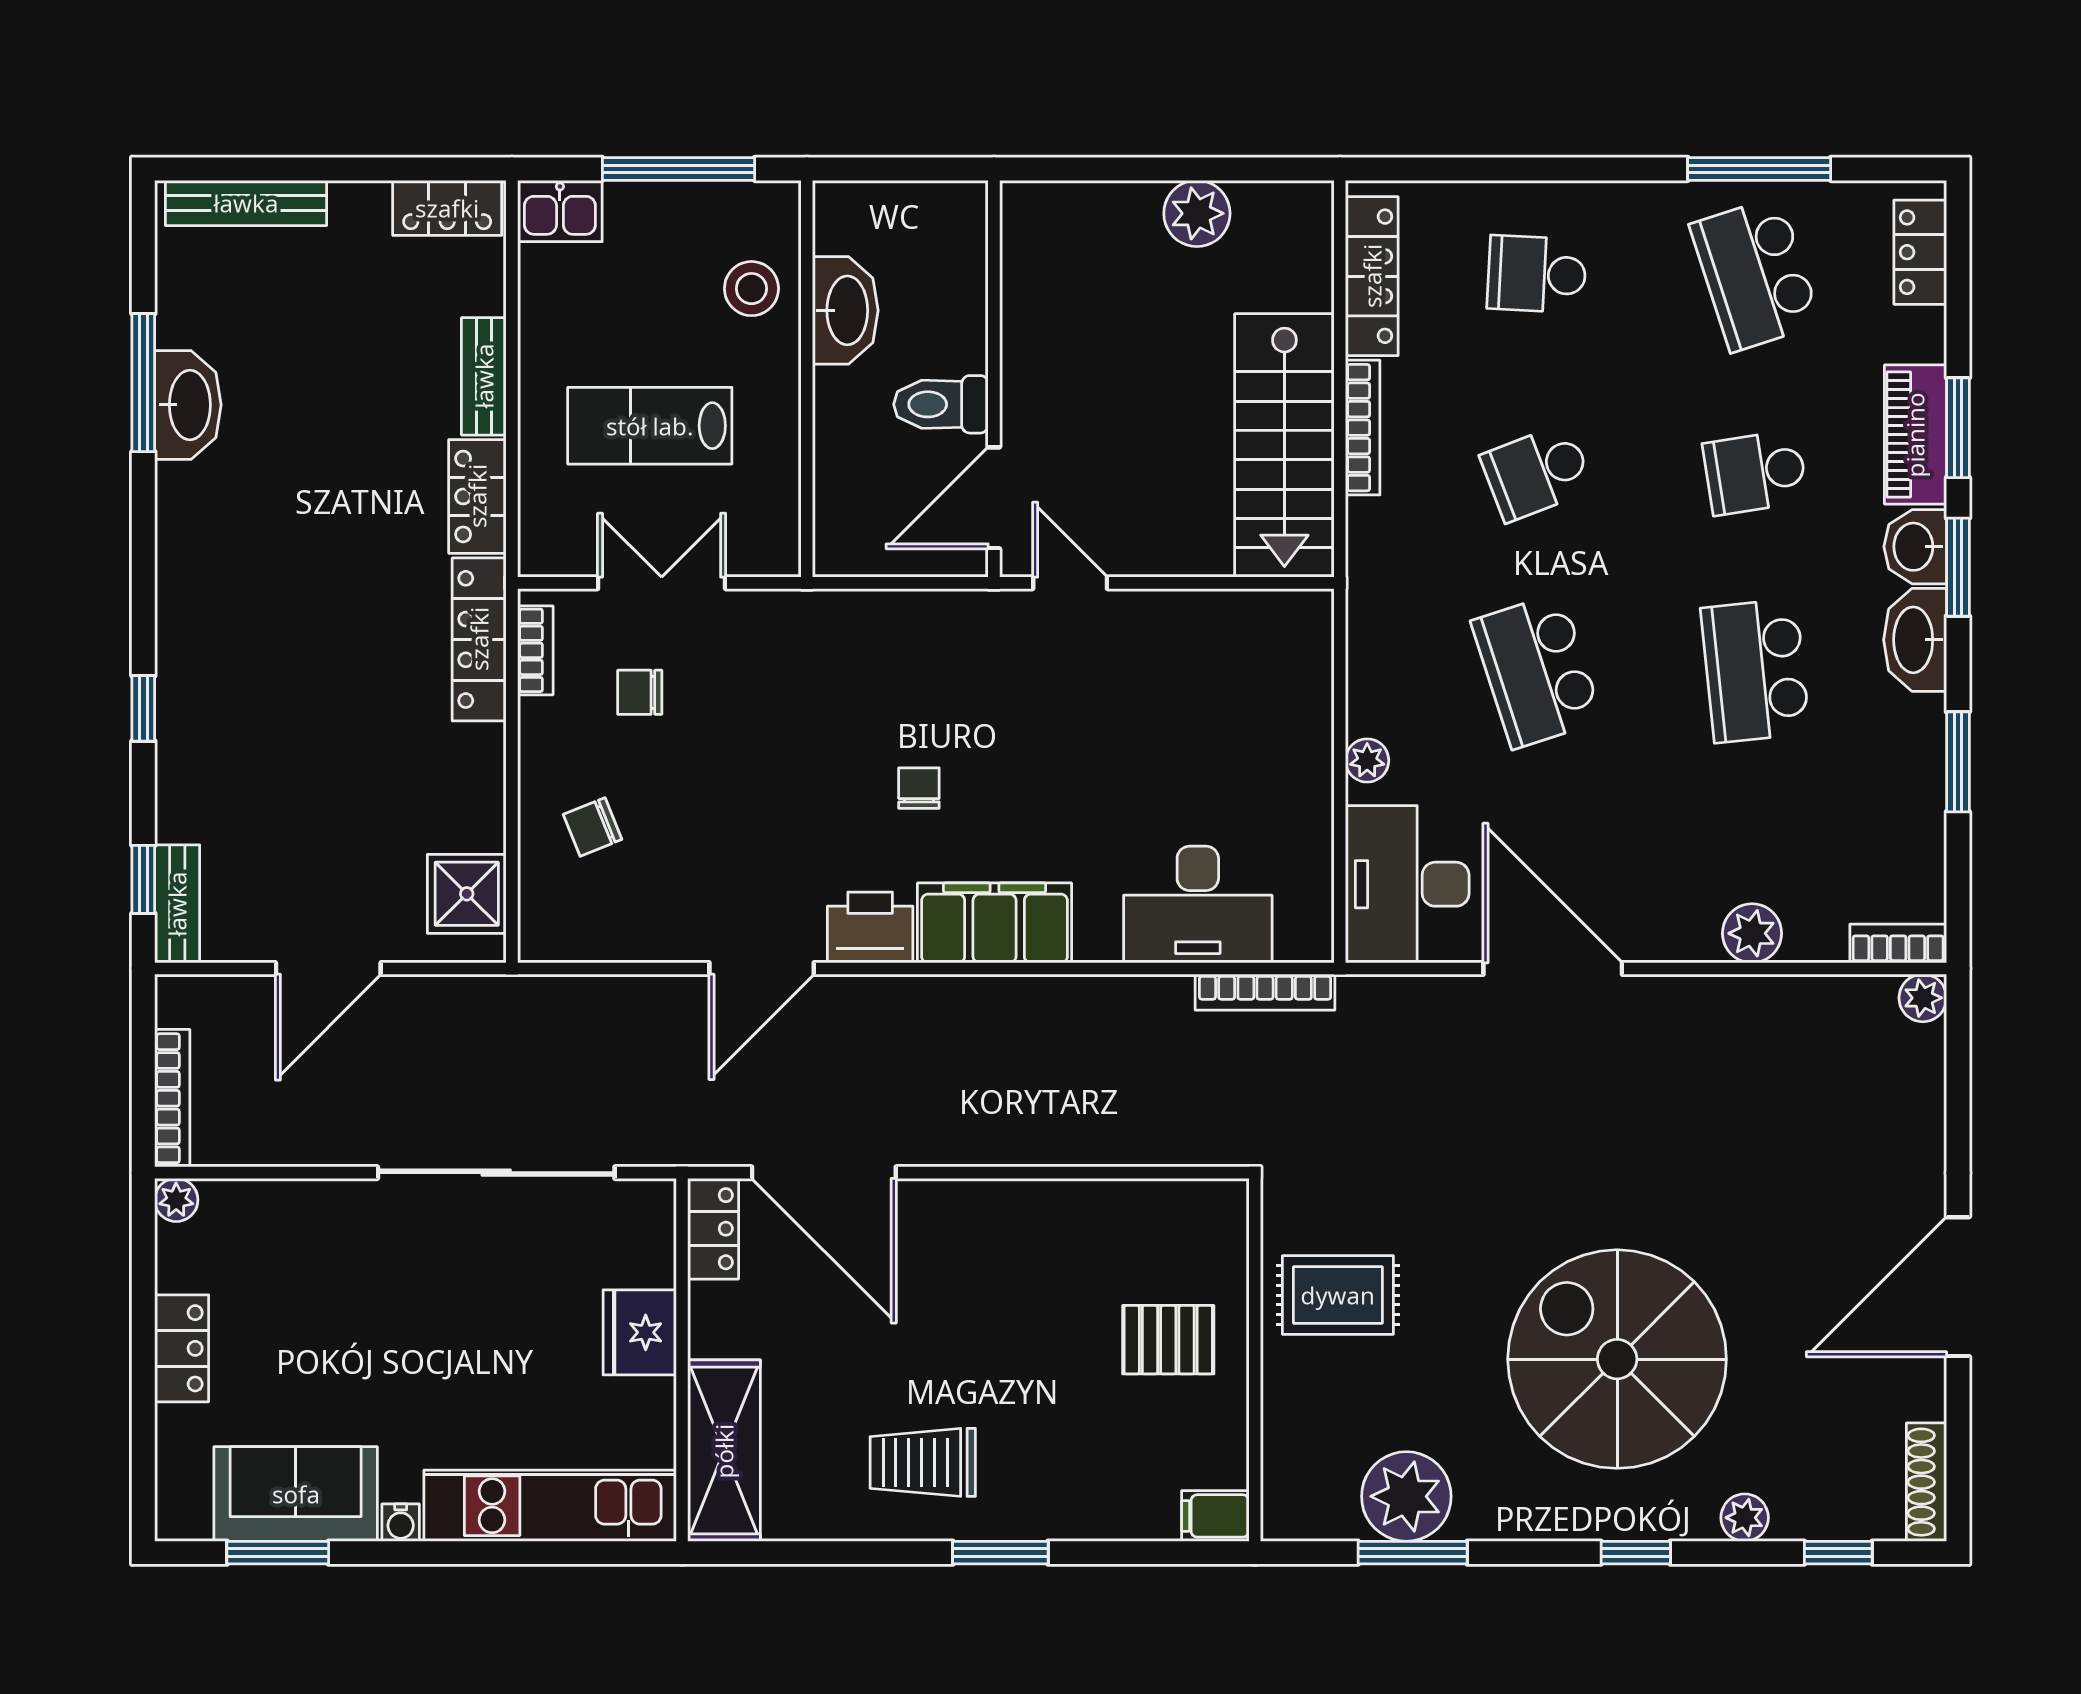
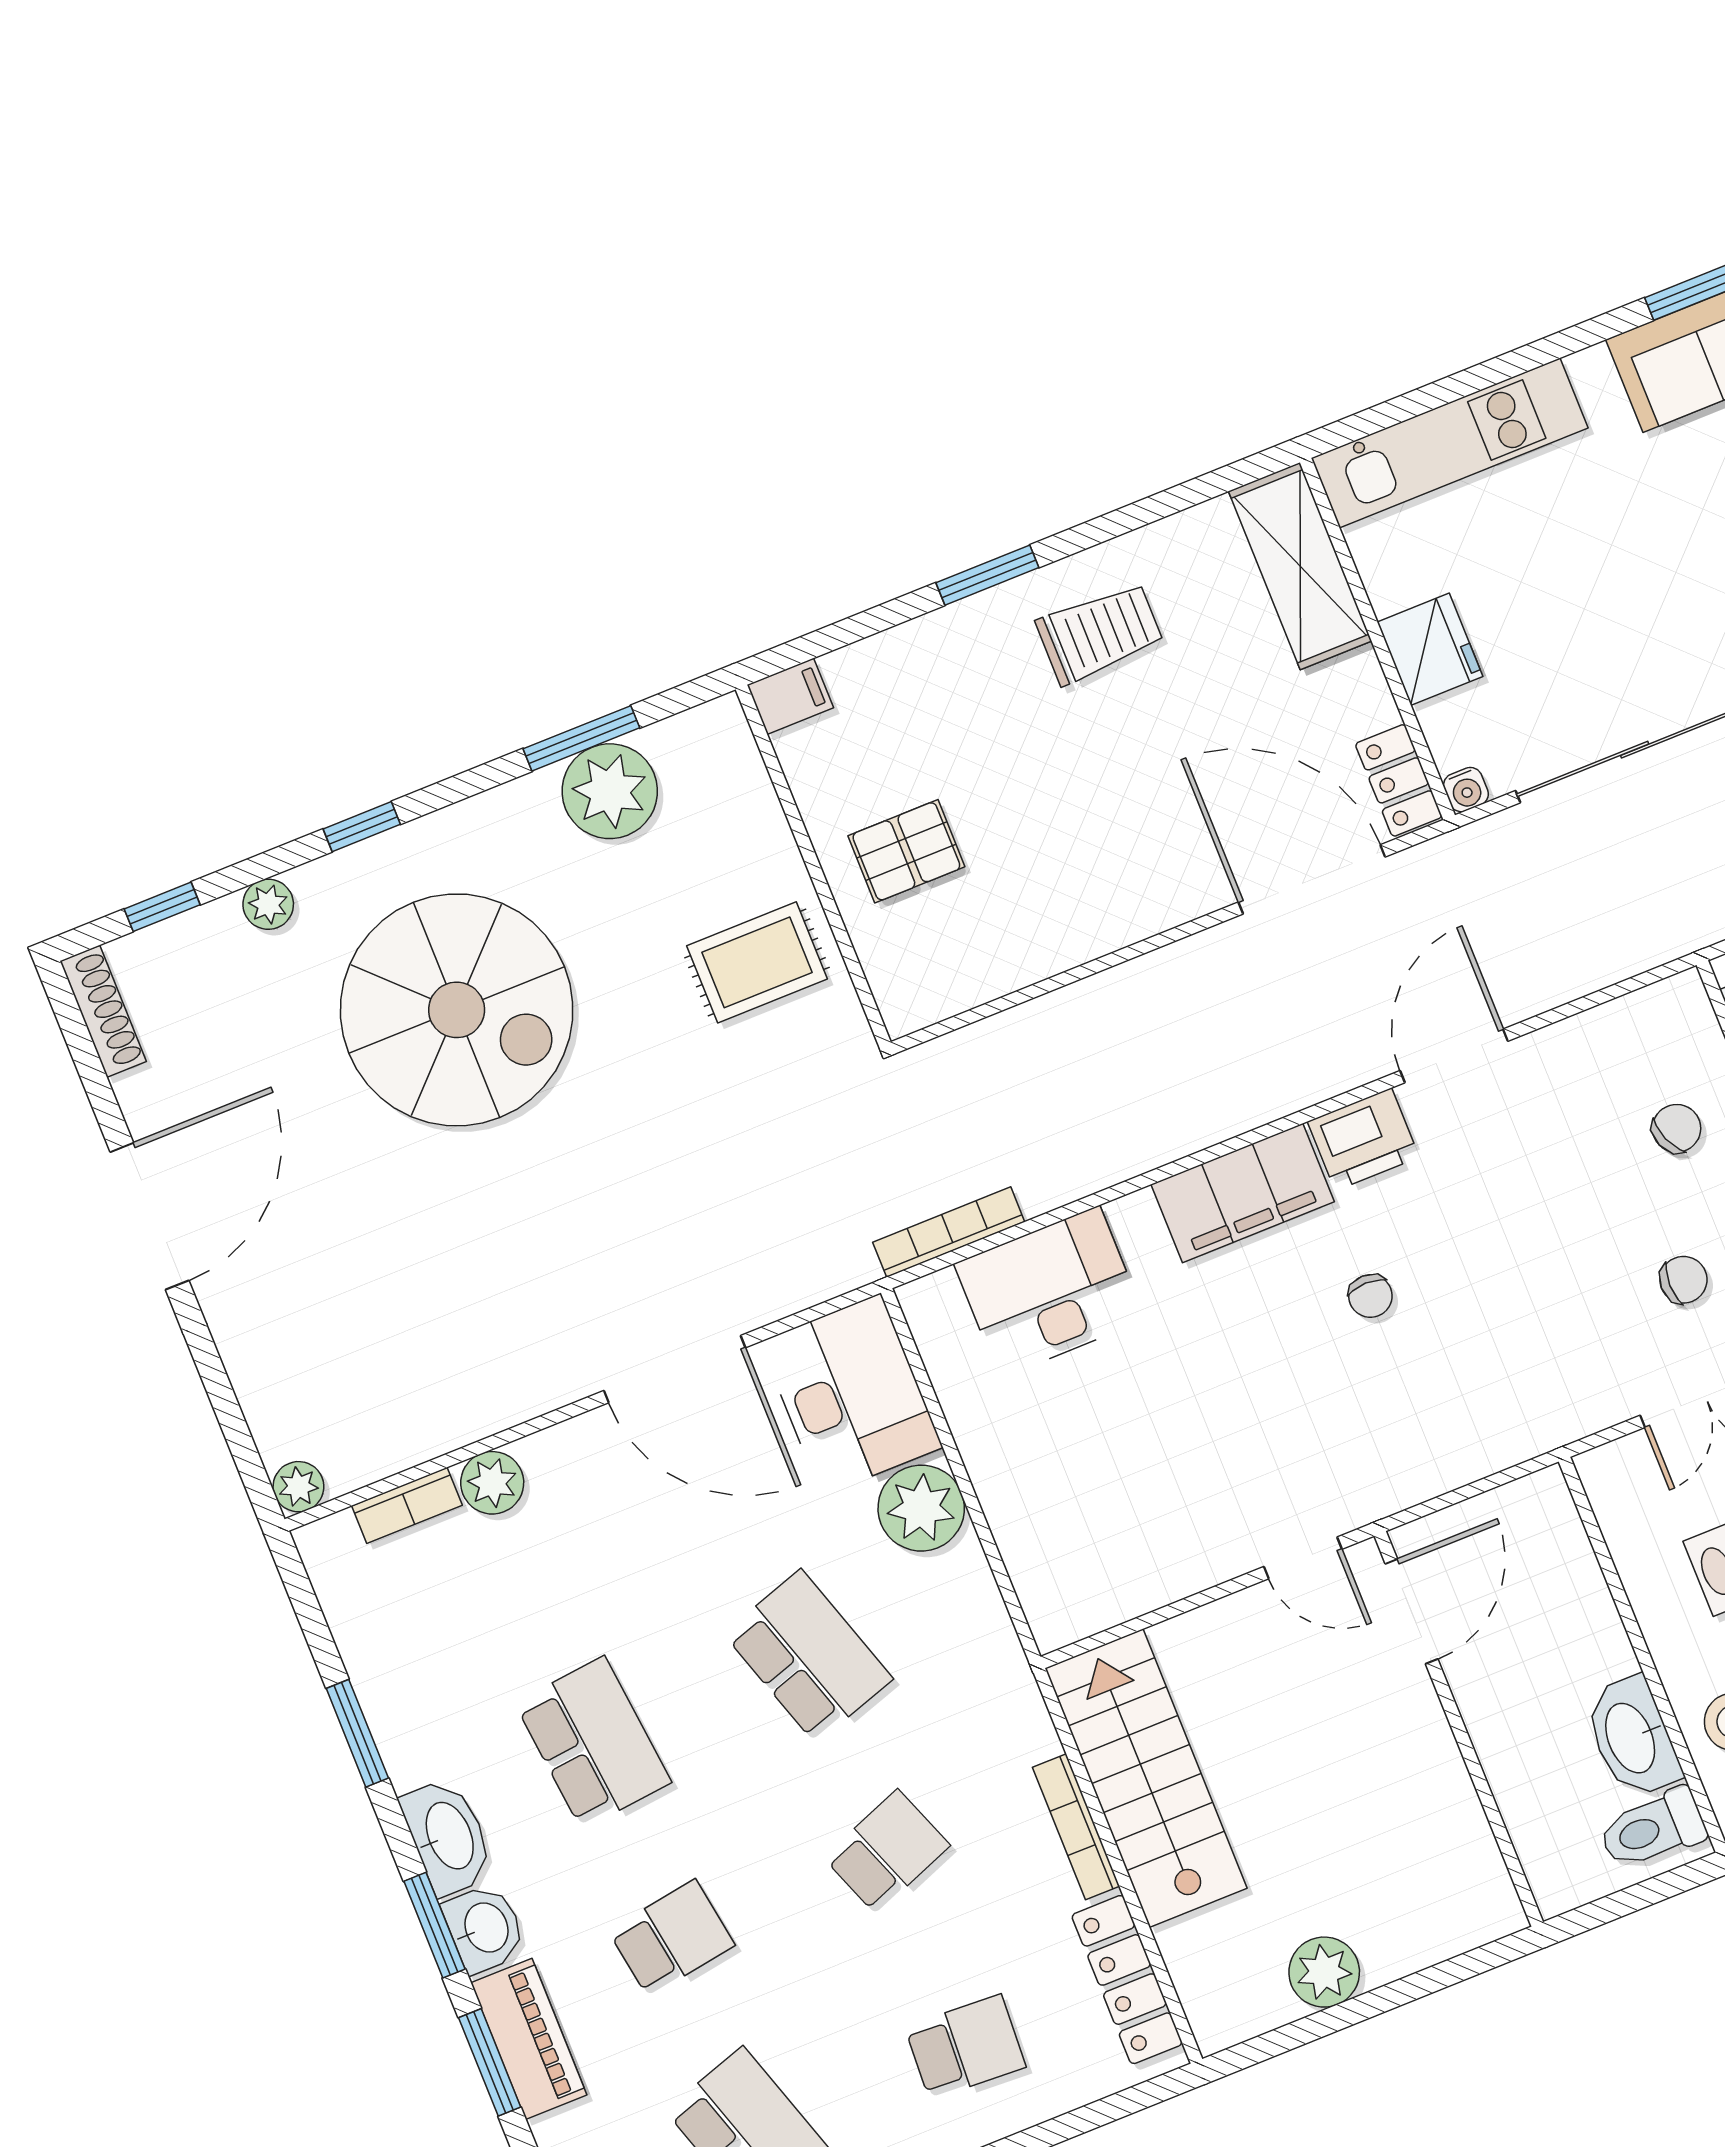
toilet: (941, 404) -> (1652, 1829), moved, turned 180
plant: (1367, 760) -> (921, 1508), width x1.88, depth x1.88
bookcase: (1898, 943) -> (407, 1505), moved
water cooler: (401, 1523) -> (1466, 790), moved, turned 180

